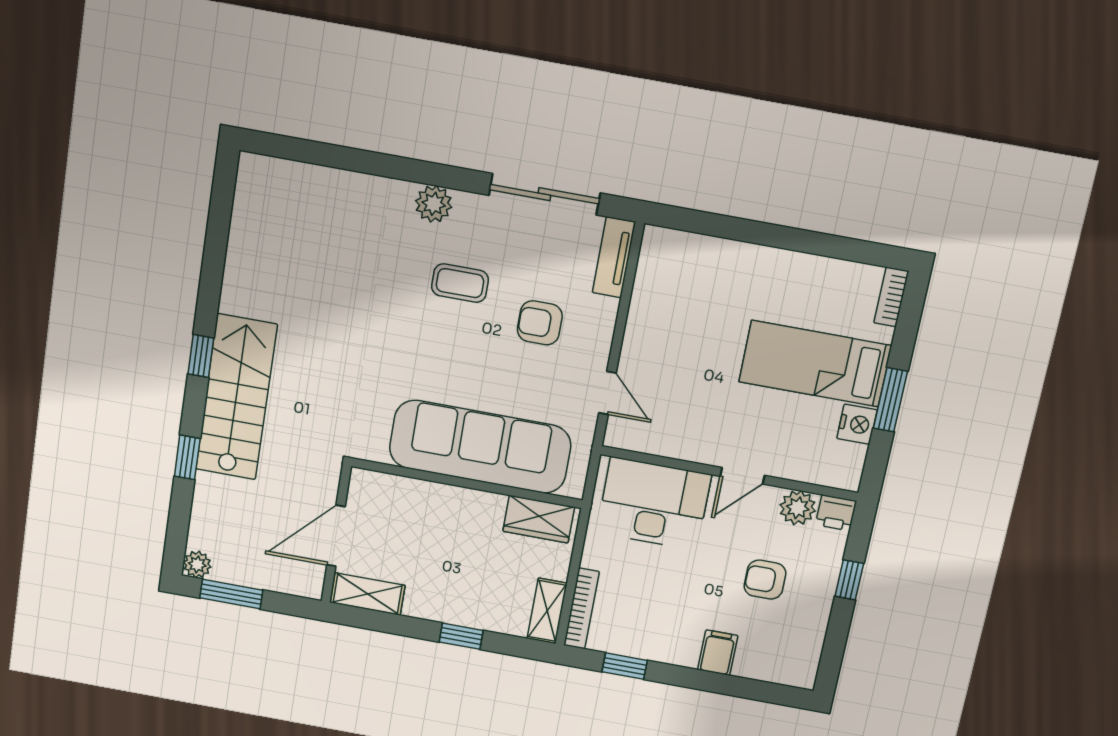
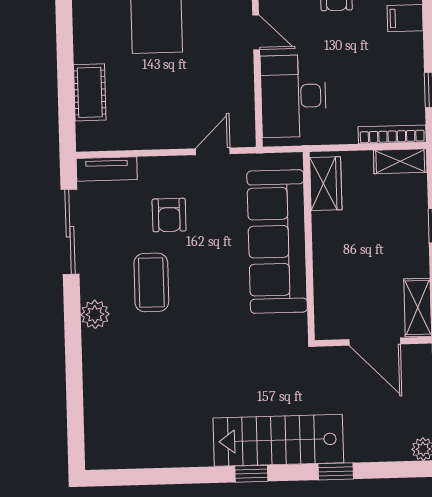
cot: (715, 256) -> (90, 92), added
coffee table: (460, 283) -> (151, 282), width x1.36, depth x1.30

